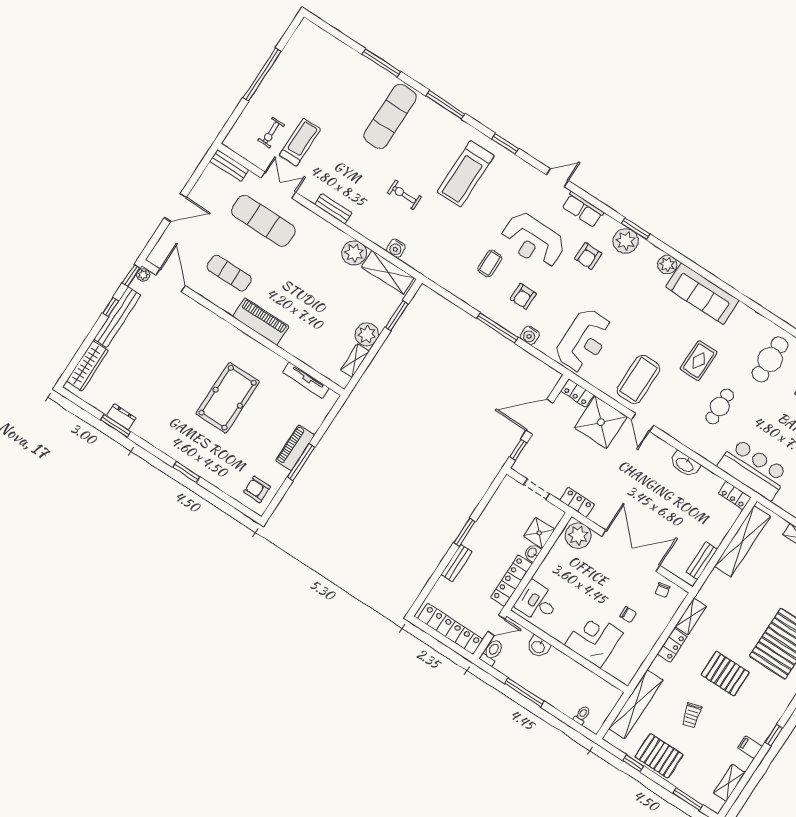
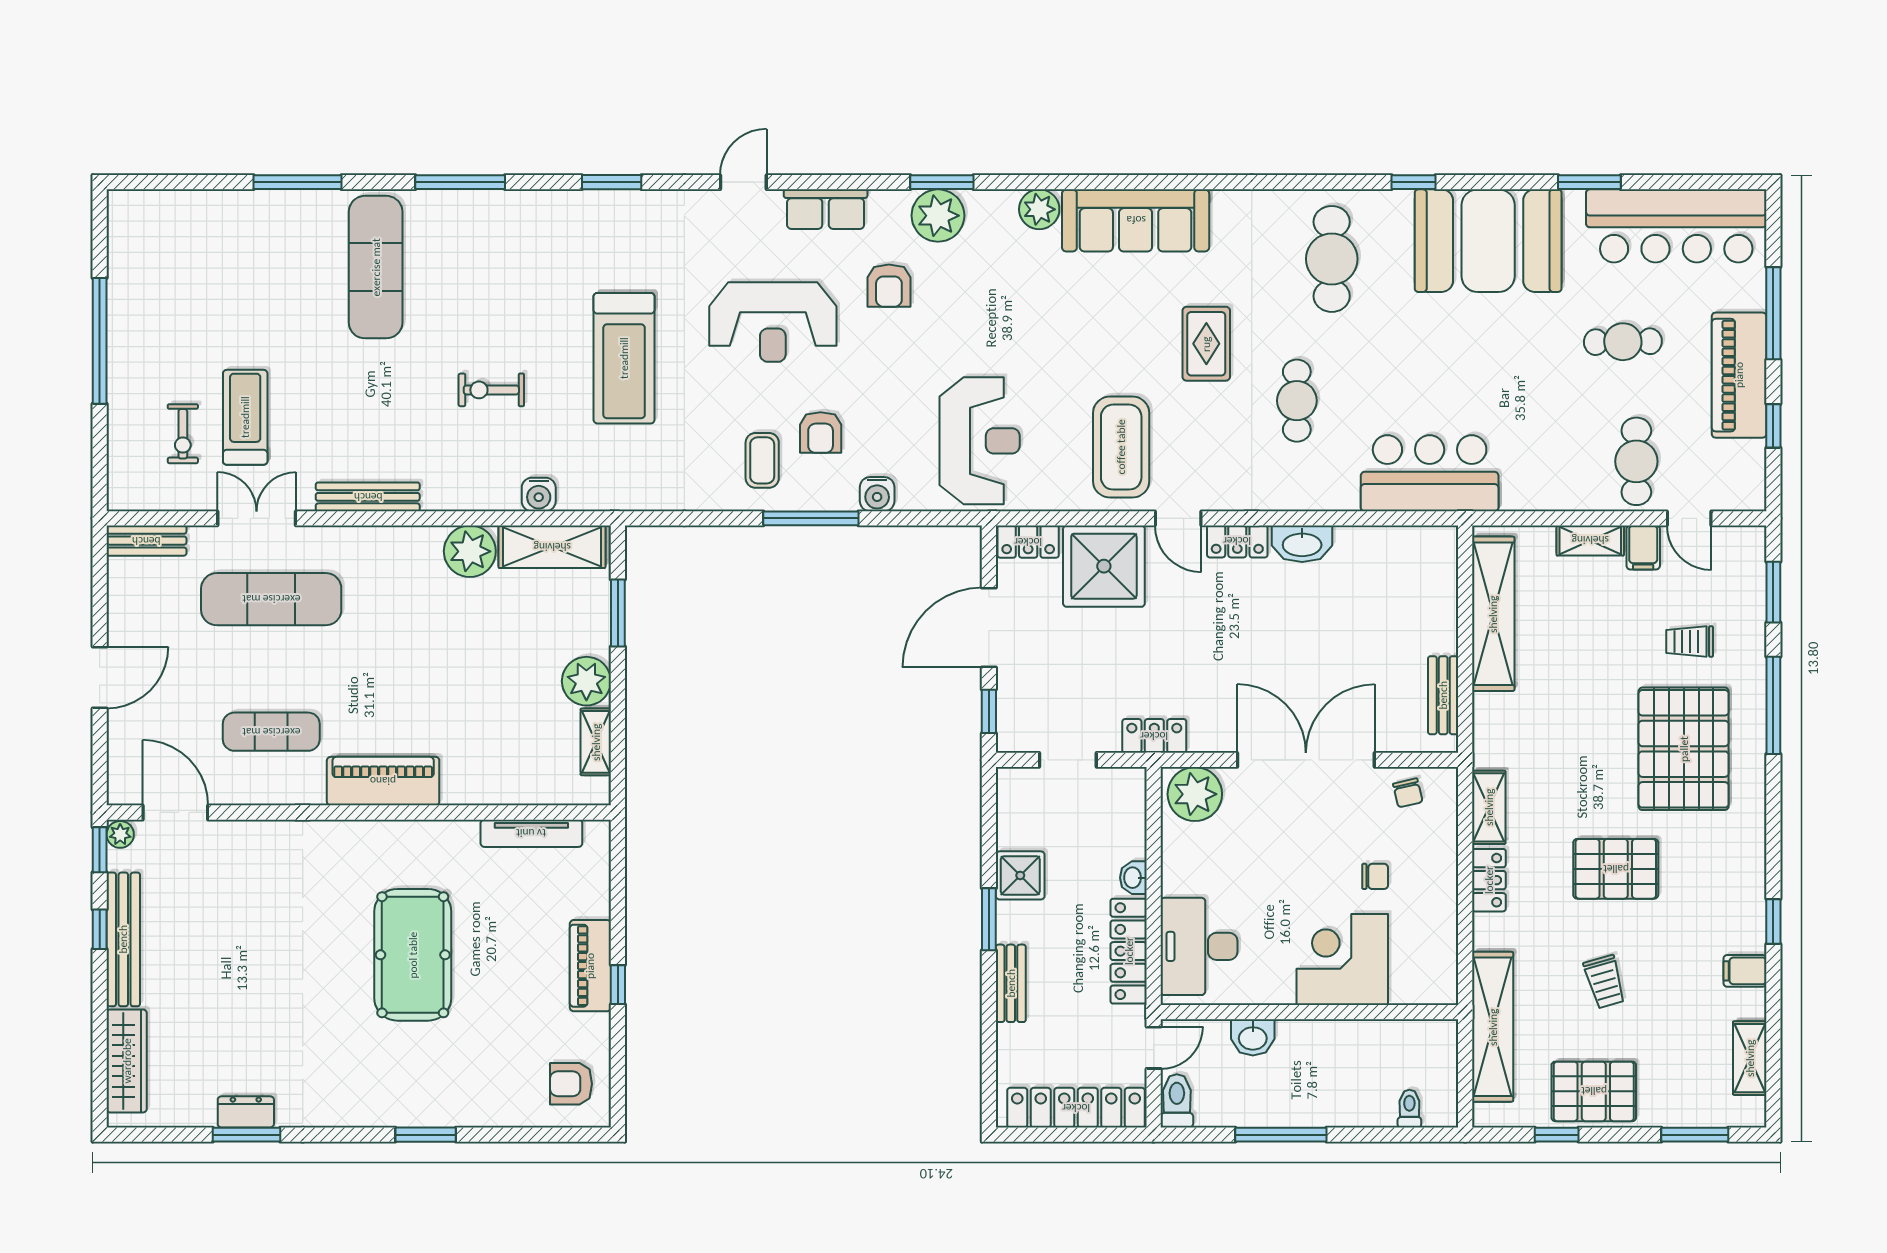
treadmill: (466, 174) -> (624, 358), moved
bench: (333, 209) -> (368, 497), width x1.36
coffee table: (490, 264) -> (762, 460), moved
window: (301, 462) -> (618, 985), width x0.46
locker: (735, 495) -> (1237, 541), moved
shower: (539, 533) -> (1020, 875), moved
desk: (537, 602) -> (1199, 946), width x1.37

